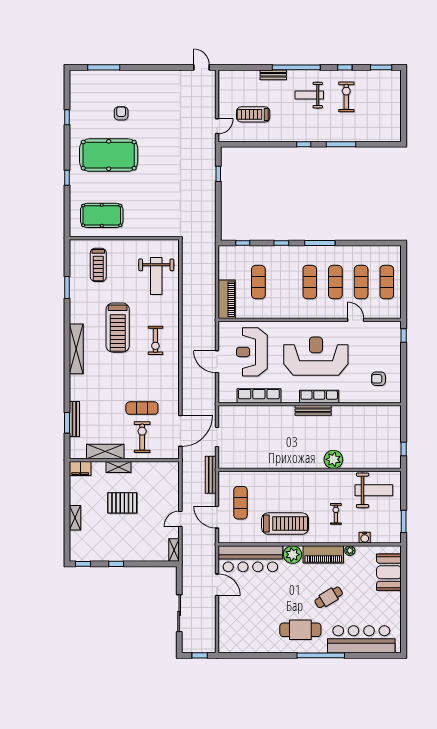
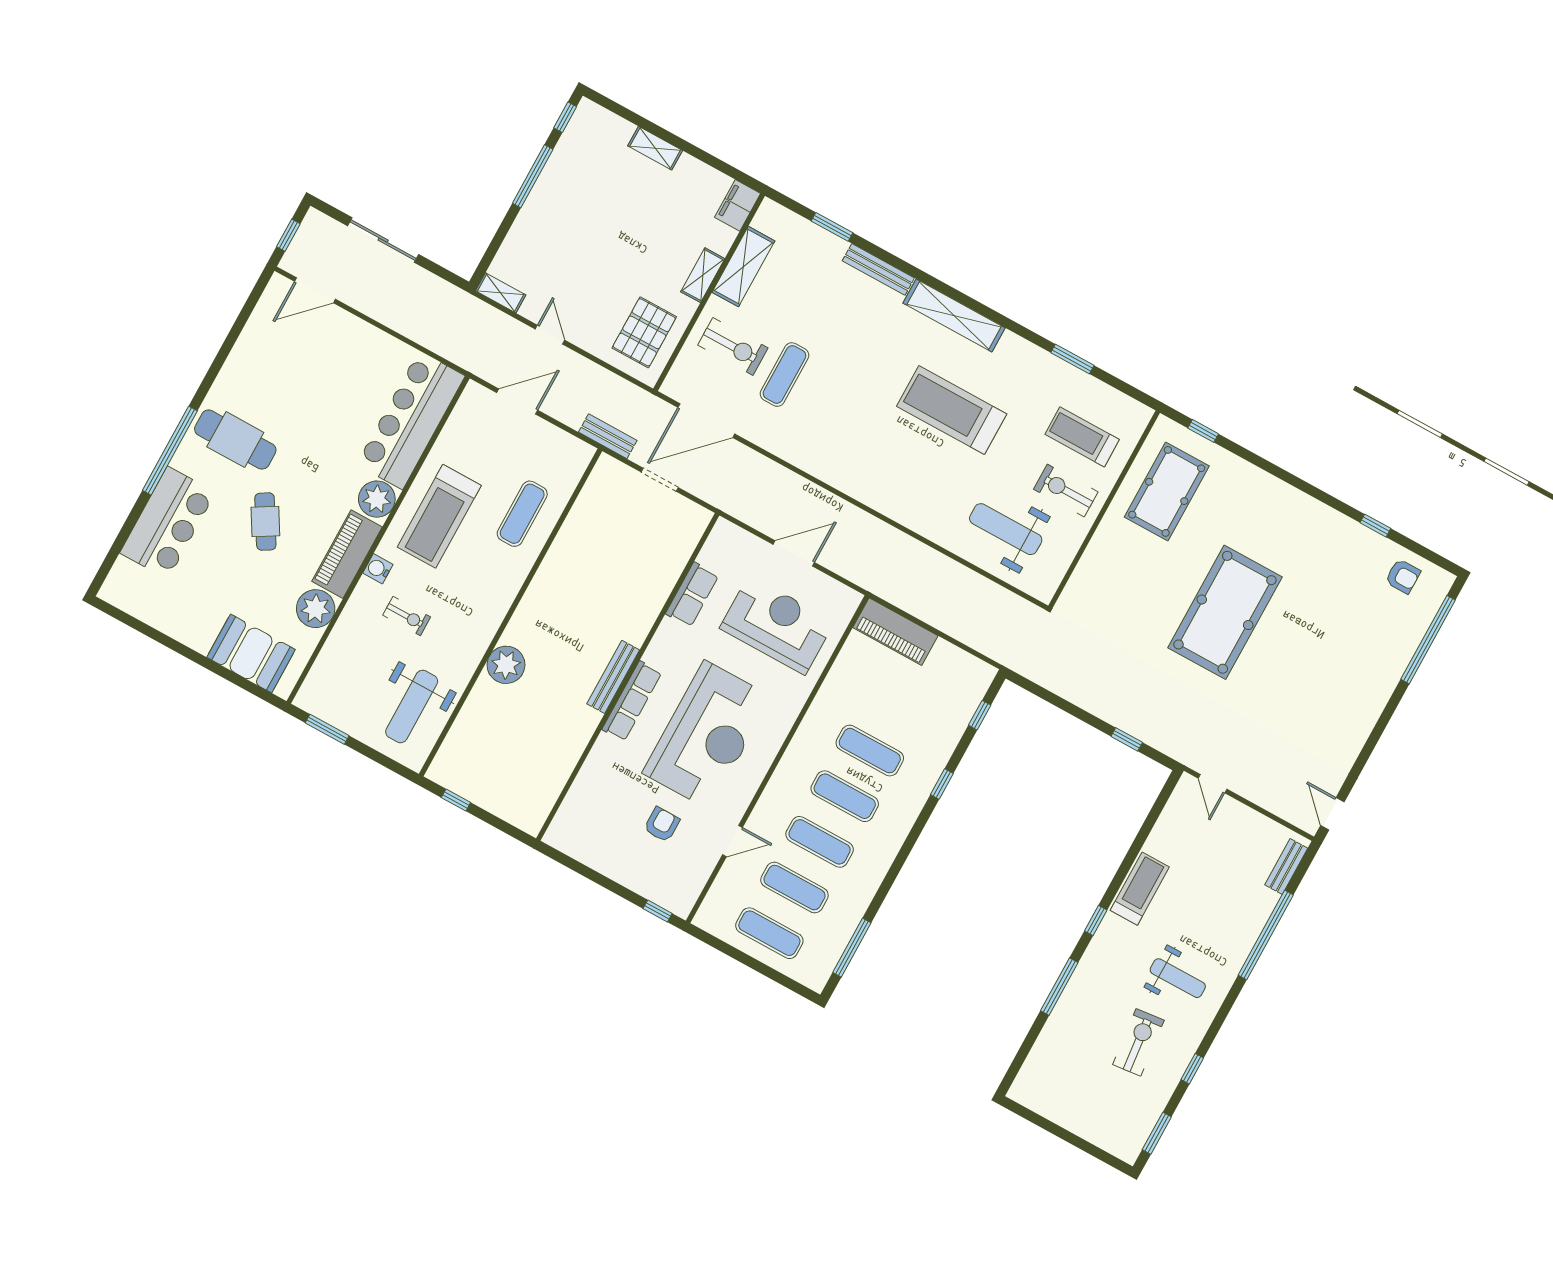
window: (104, 67) -> (1428, 640), width x1.46
door: (202, 67) -> (1332, 814), swing flipped
window: (296, 67) -> (1266, 935), moved
bench: (273, 75) -> (1286, 867), moved
weight bench: (309, 95) -> (1178, 978), turned 90
exercise bike: (346, 97) -> (1138, 1042), turned -96
armchair: (121, 113) -> (1403, 576), moved
treadmill: (253, 114) -> (1140, 889), moved
pool table: (109, 155) -> (1225, 612), moved
window: (67, 178) -> (1203, 431), moved
window: (320, 243) -> (852, 948), moved
exercise mat: (258, 282) -> (870, 751), moved
exercise bike: (155, 340) -> (1066, 491), moved
armchair: (378, 379) -> (662, 825), moved
row of seats: (259, 396) -> (692, 595), width x0.68
bench: (74, 419) -> (878, 269), moved
door: (180, 431) -> (706, 421), hinge flipped
bench: (211, 475) -> (608, 436), width x0.73
pallet: (122, 503) -> (644, 332), moved
exercise mat: (240, 503) -> (522, 514), moved, turned 90
water cooler: (365, 538) -> (378, 569), moved
plant: (350, 551) -> (316, 609), width x1.88, depth x1.88
window: (116, 564) -> (533, 176), width x2.17
door: (217, 585) -> (315, 290), moved
cafe table: (300, 630) -> (235, 440), turned 90
bar counter: (361, 639) -> (168, 523), width x0.73

